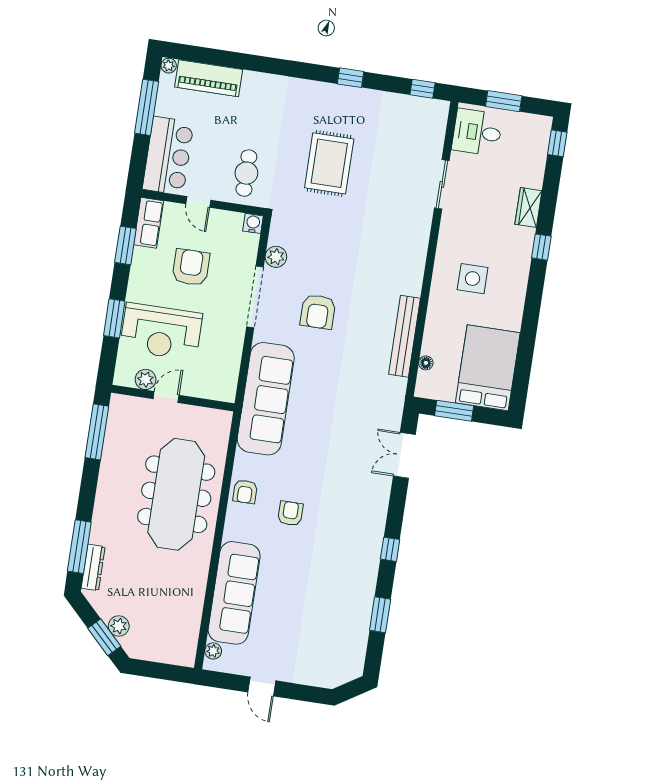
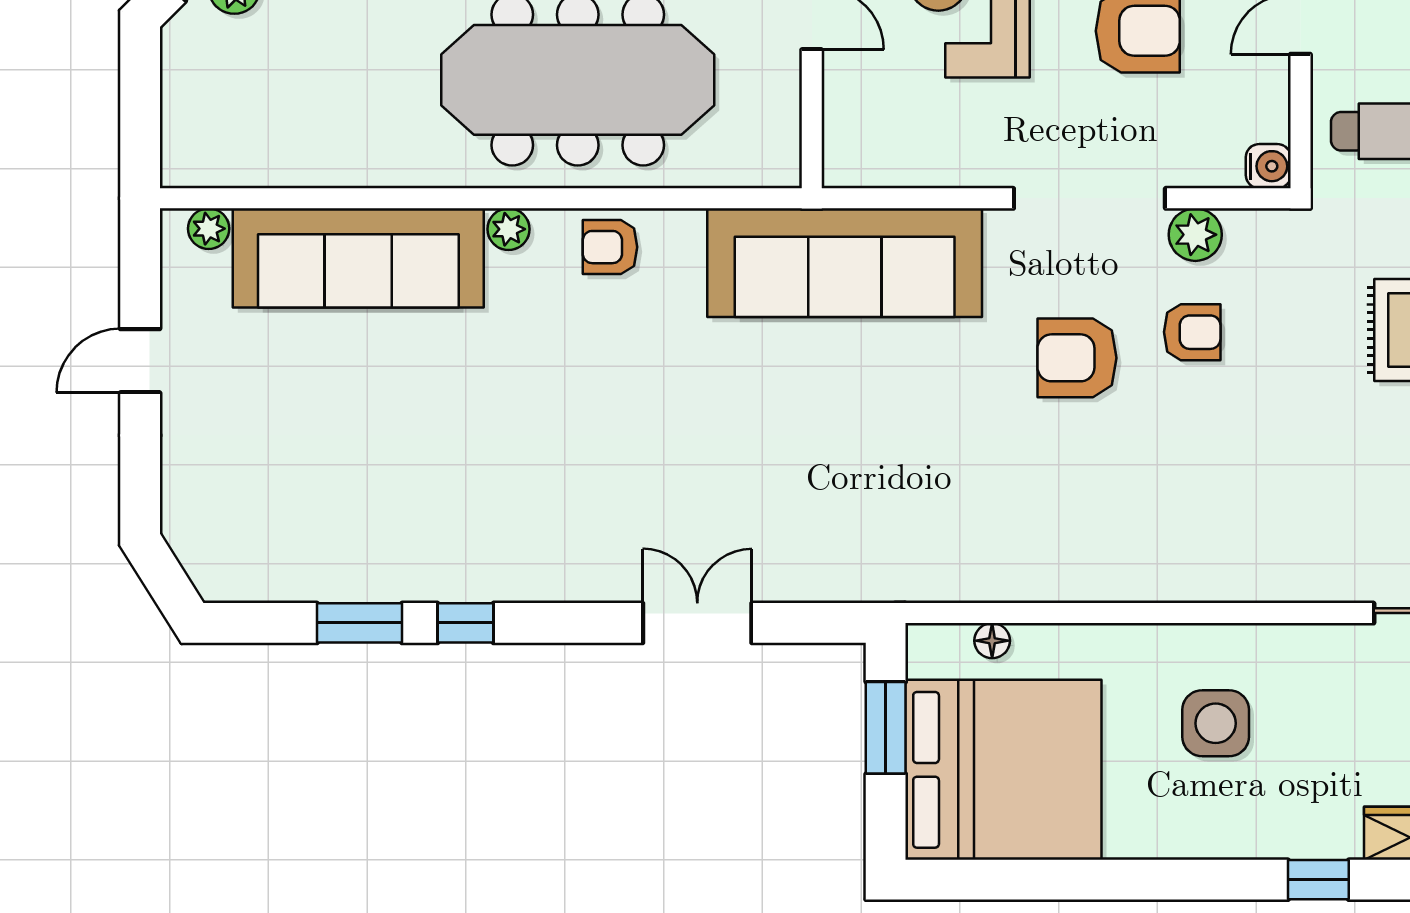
bench: (404, 336) -> (1049, 579), removed
bed: (488, 368) -> (1003, 770), width x1.36
double door: (404, 455) -> (697, 623), moved
armchair: (290, 513) -> (1192, 332), moved
plant: (232, 531) -> (508, 229), added
window: (390, 549) -> (465, 623), moved

